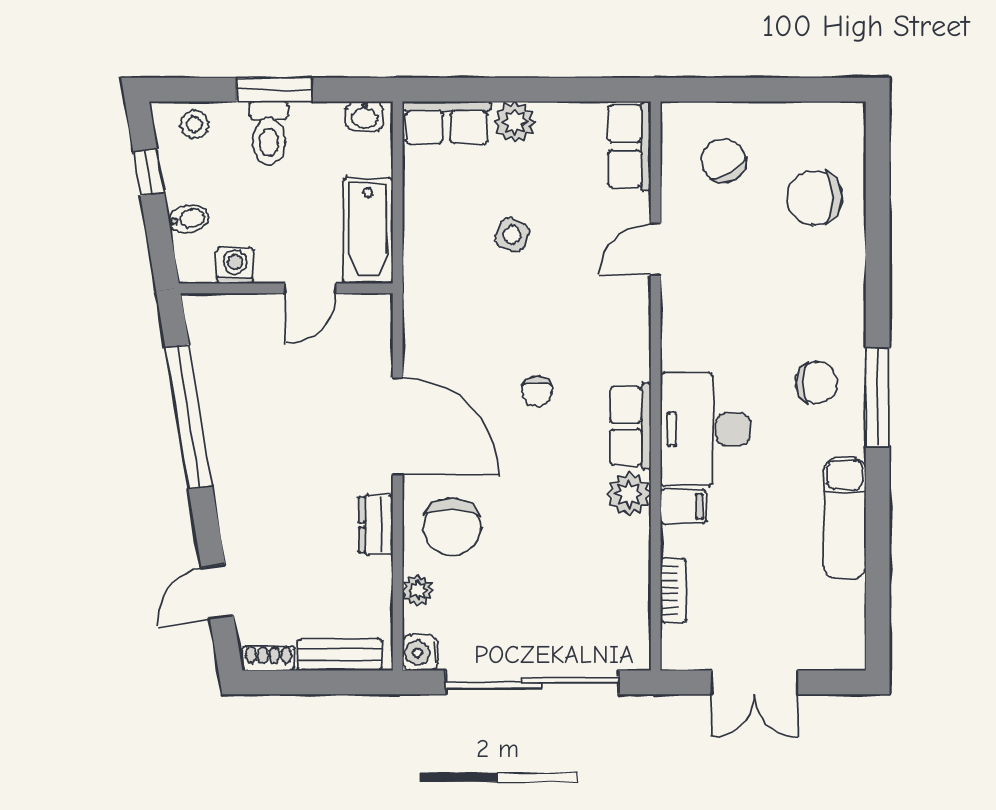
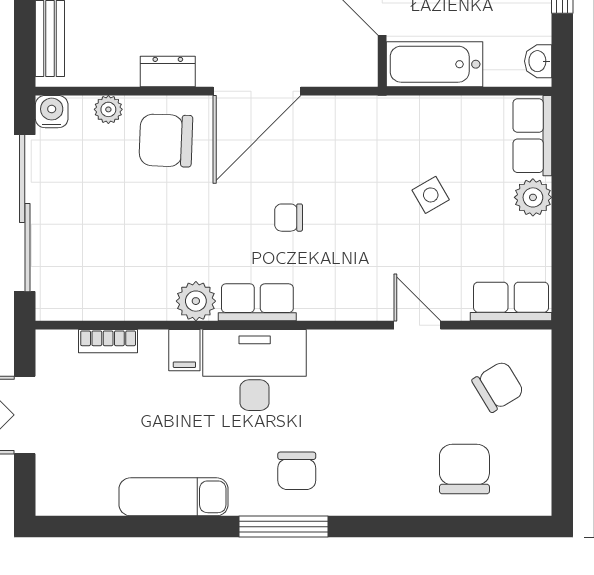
side table: (512, 235) -> (431, 195), turned 37

